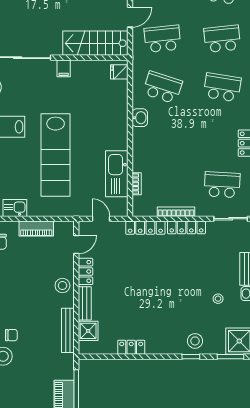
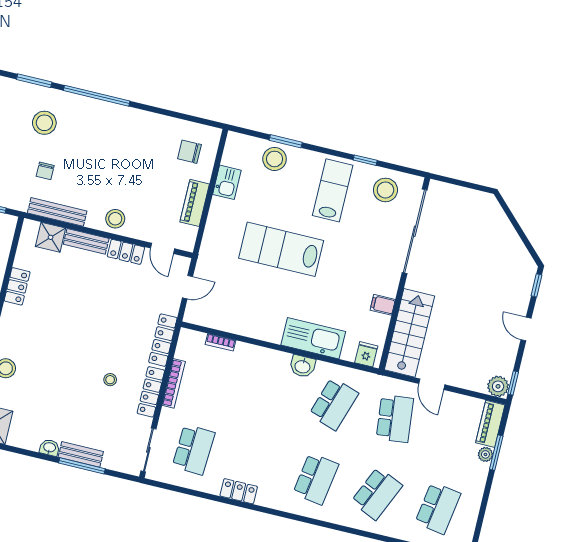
school desk: (222, 39) -> (377, 494), turned 30
filing cabinet: (64, 68) -> (383, 305), moved
lab bench: (56, 155) -> (281, 249), width x0.73
kitchen sink: (117, 174) -> (313, 338), moved
stool: (218, 299) -> (110, 380), moved
chair: (11, 335) -> (45, 171), moved

